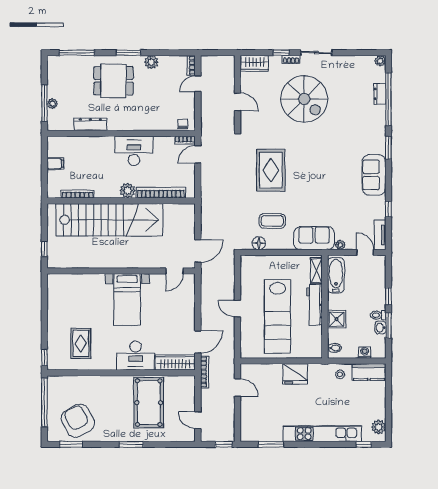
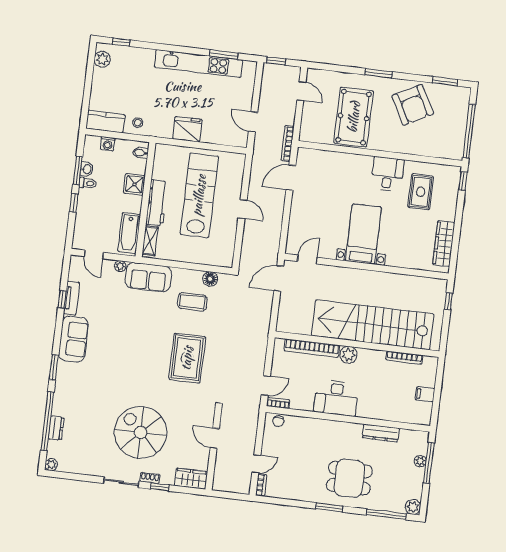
plant: (151, 62) -> (413, 507), moved
tv unit: (380, 235) -> (72, 298), moved
desk: (136, 356) -> (387, 174), moved, width x0.73
wardrobe: (175, 363) -> (444, 244), moved, turned 90
armchair: (78, 421) -> (413, 105), moved
kitchen unit: (322, 434) -> (198, 63), moved

